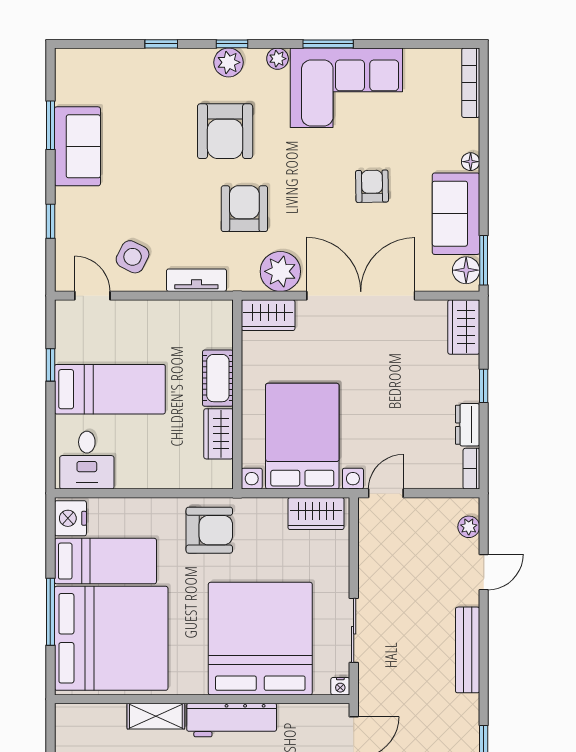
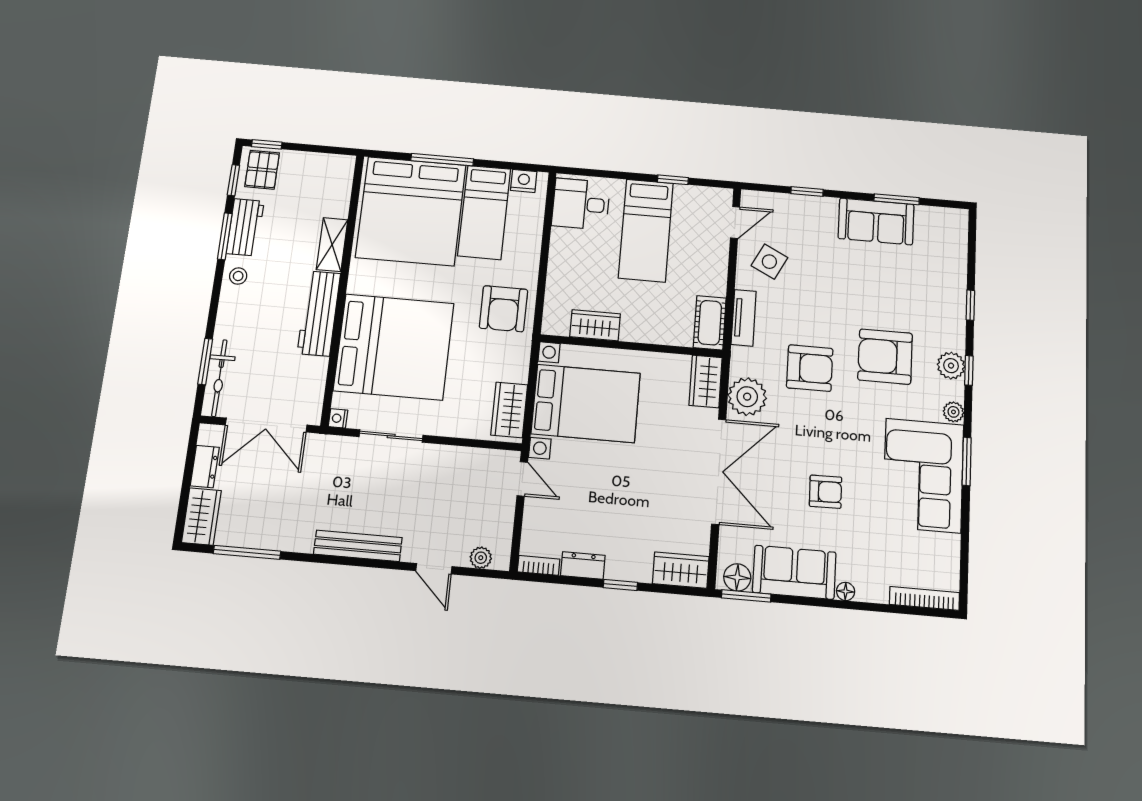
cot: (218, 378) -> (710, 323), moved, turned 90
nightstand: (70, 518) -> (524, 181), width x0.74, depth x0.75

